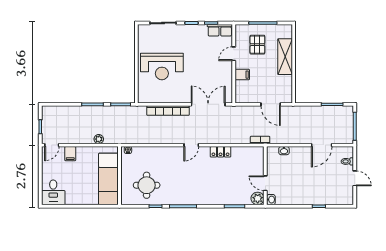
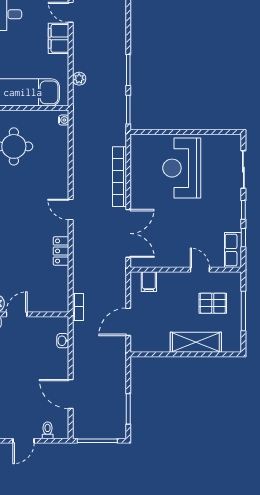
filing cabinet: (242, 75) -> (149, 282), moved
filing cabinet: (70, 154) -> (58, 38), width x2.00

